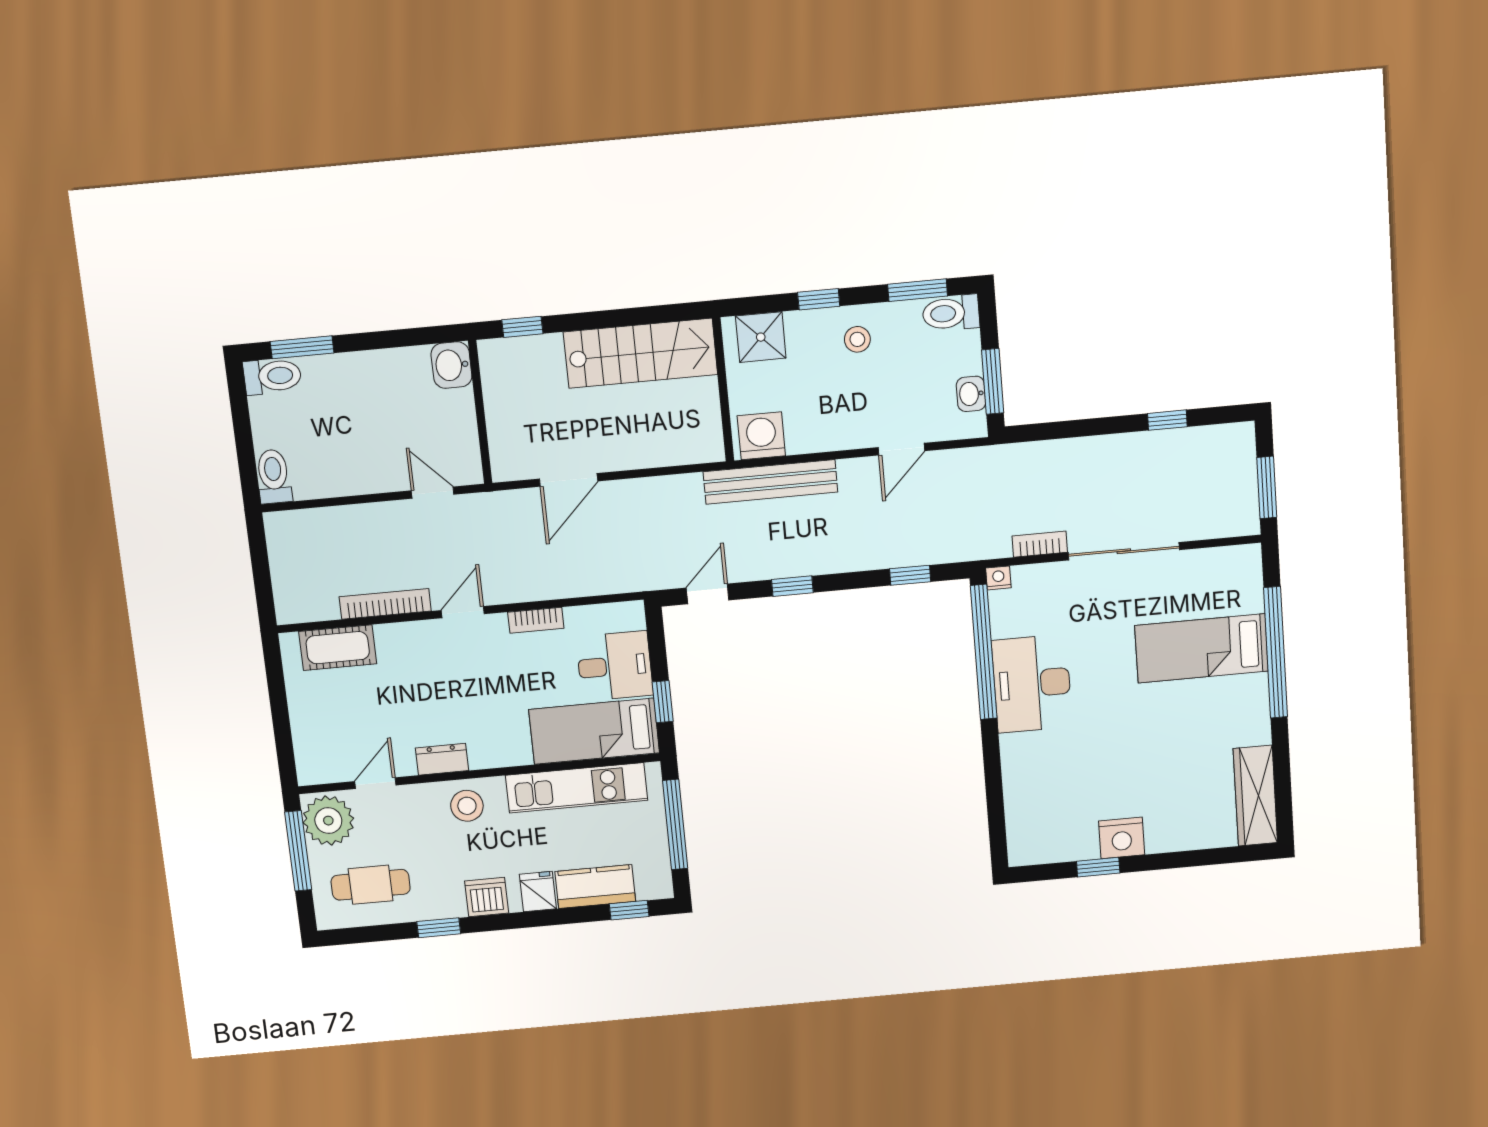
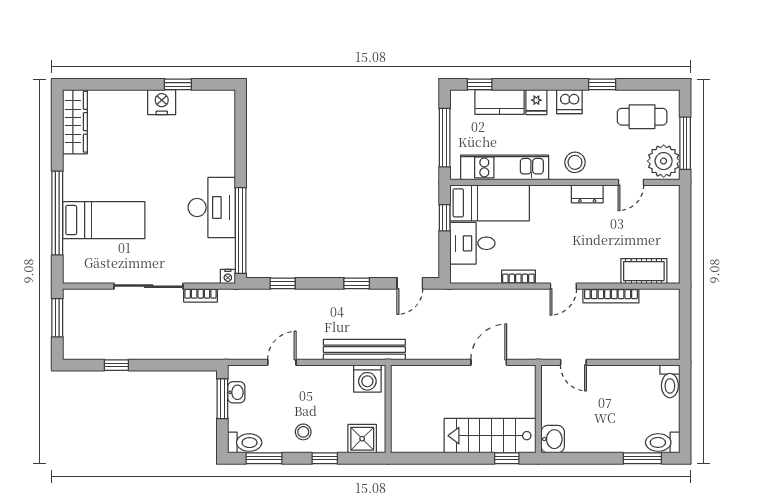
stairs: (641, 353) -> (490, 436), moved

